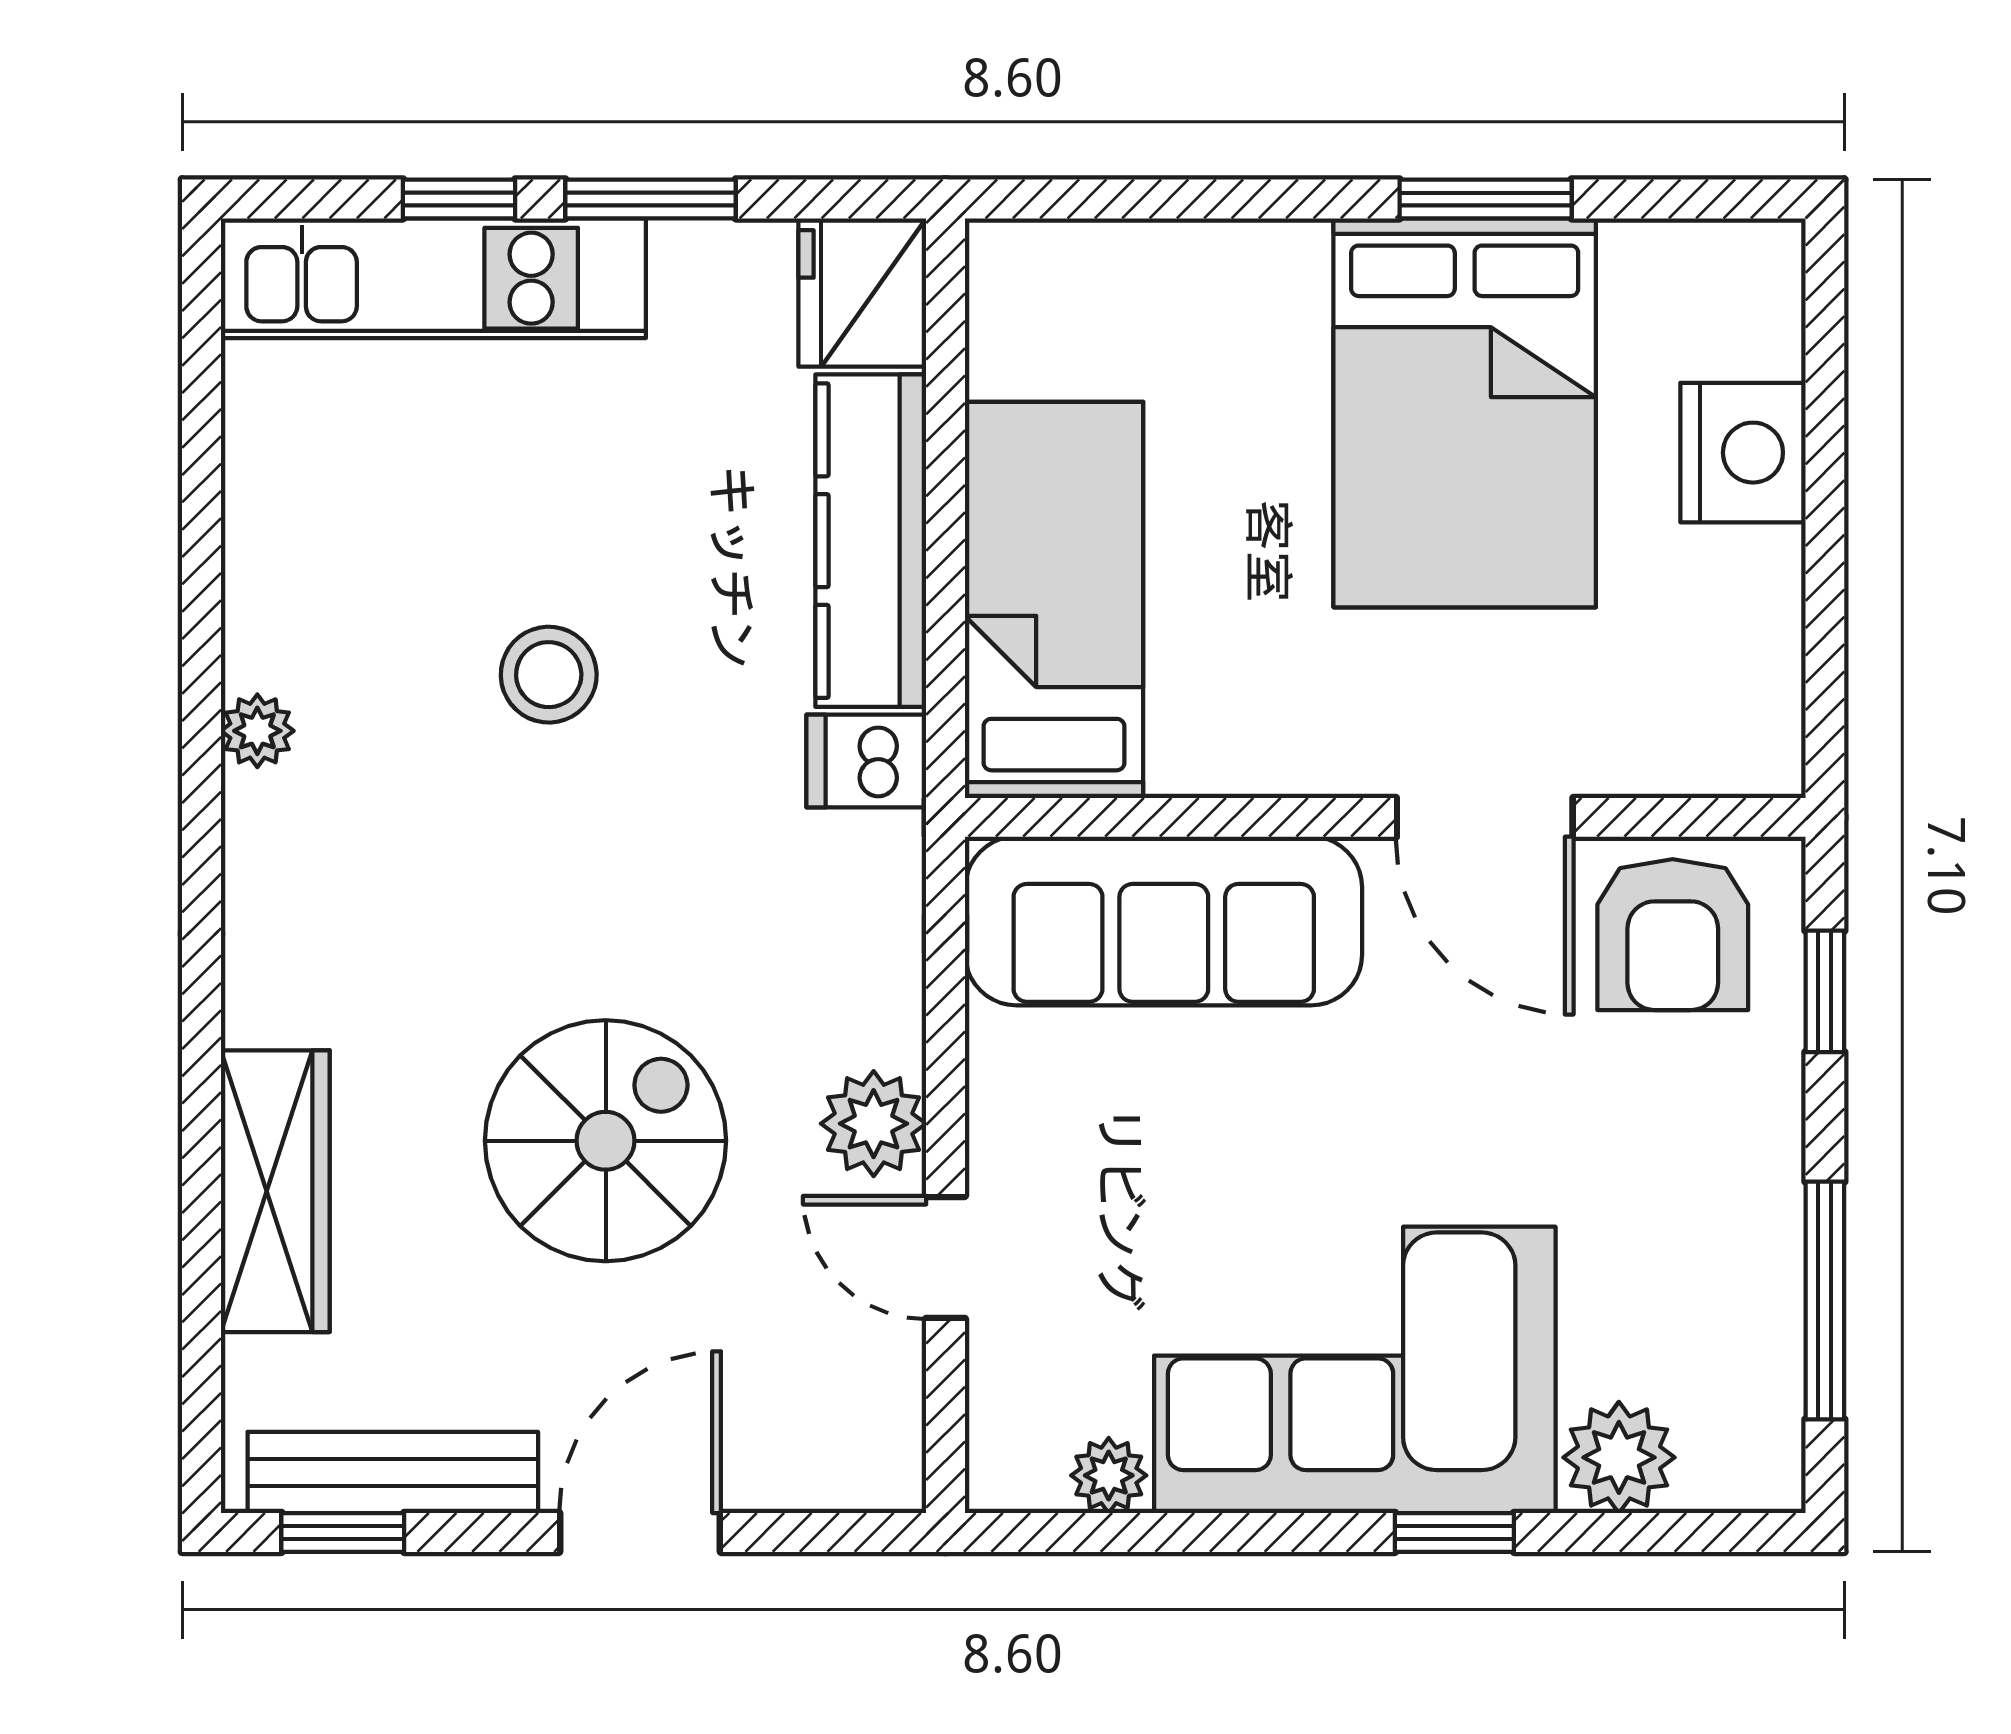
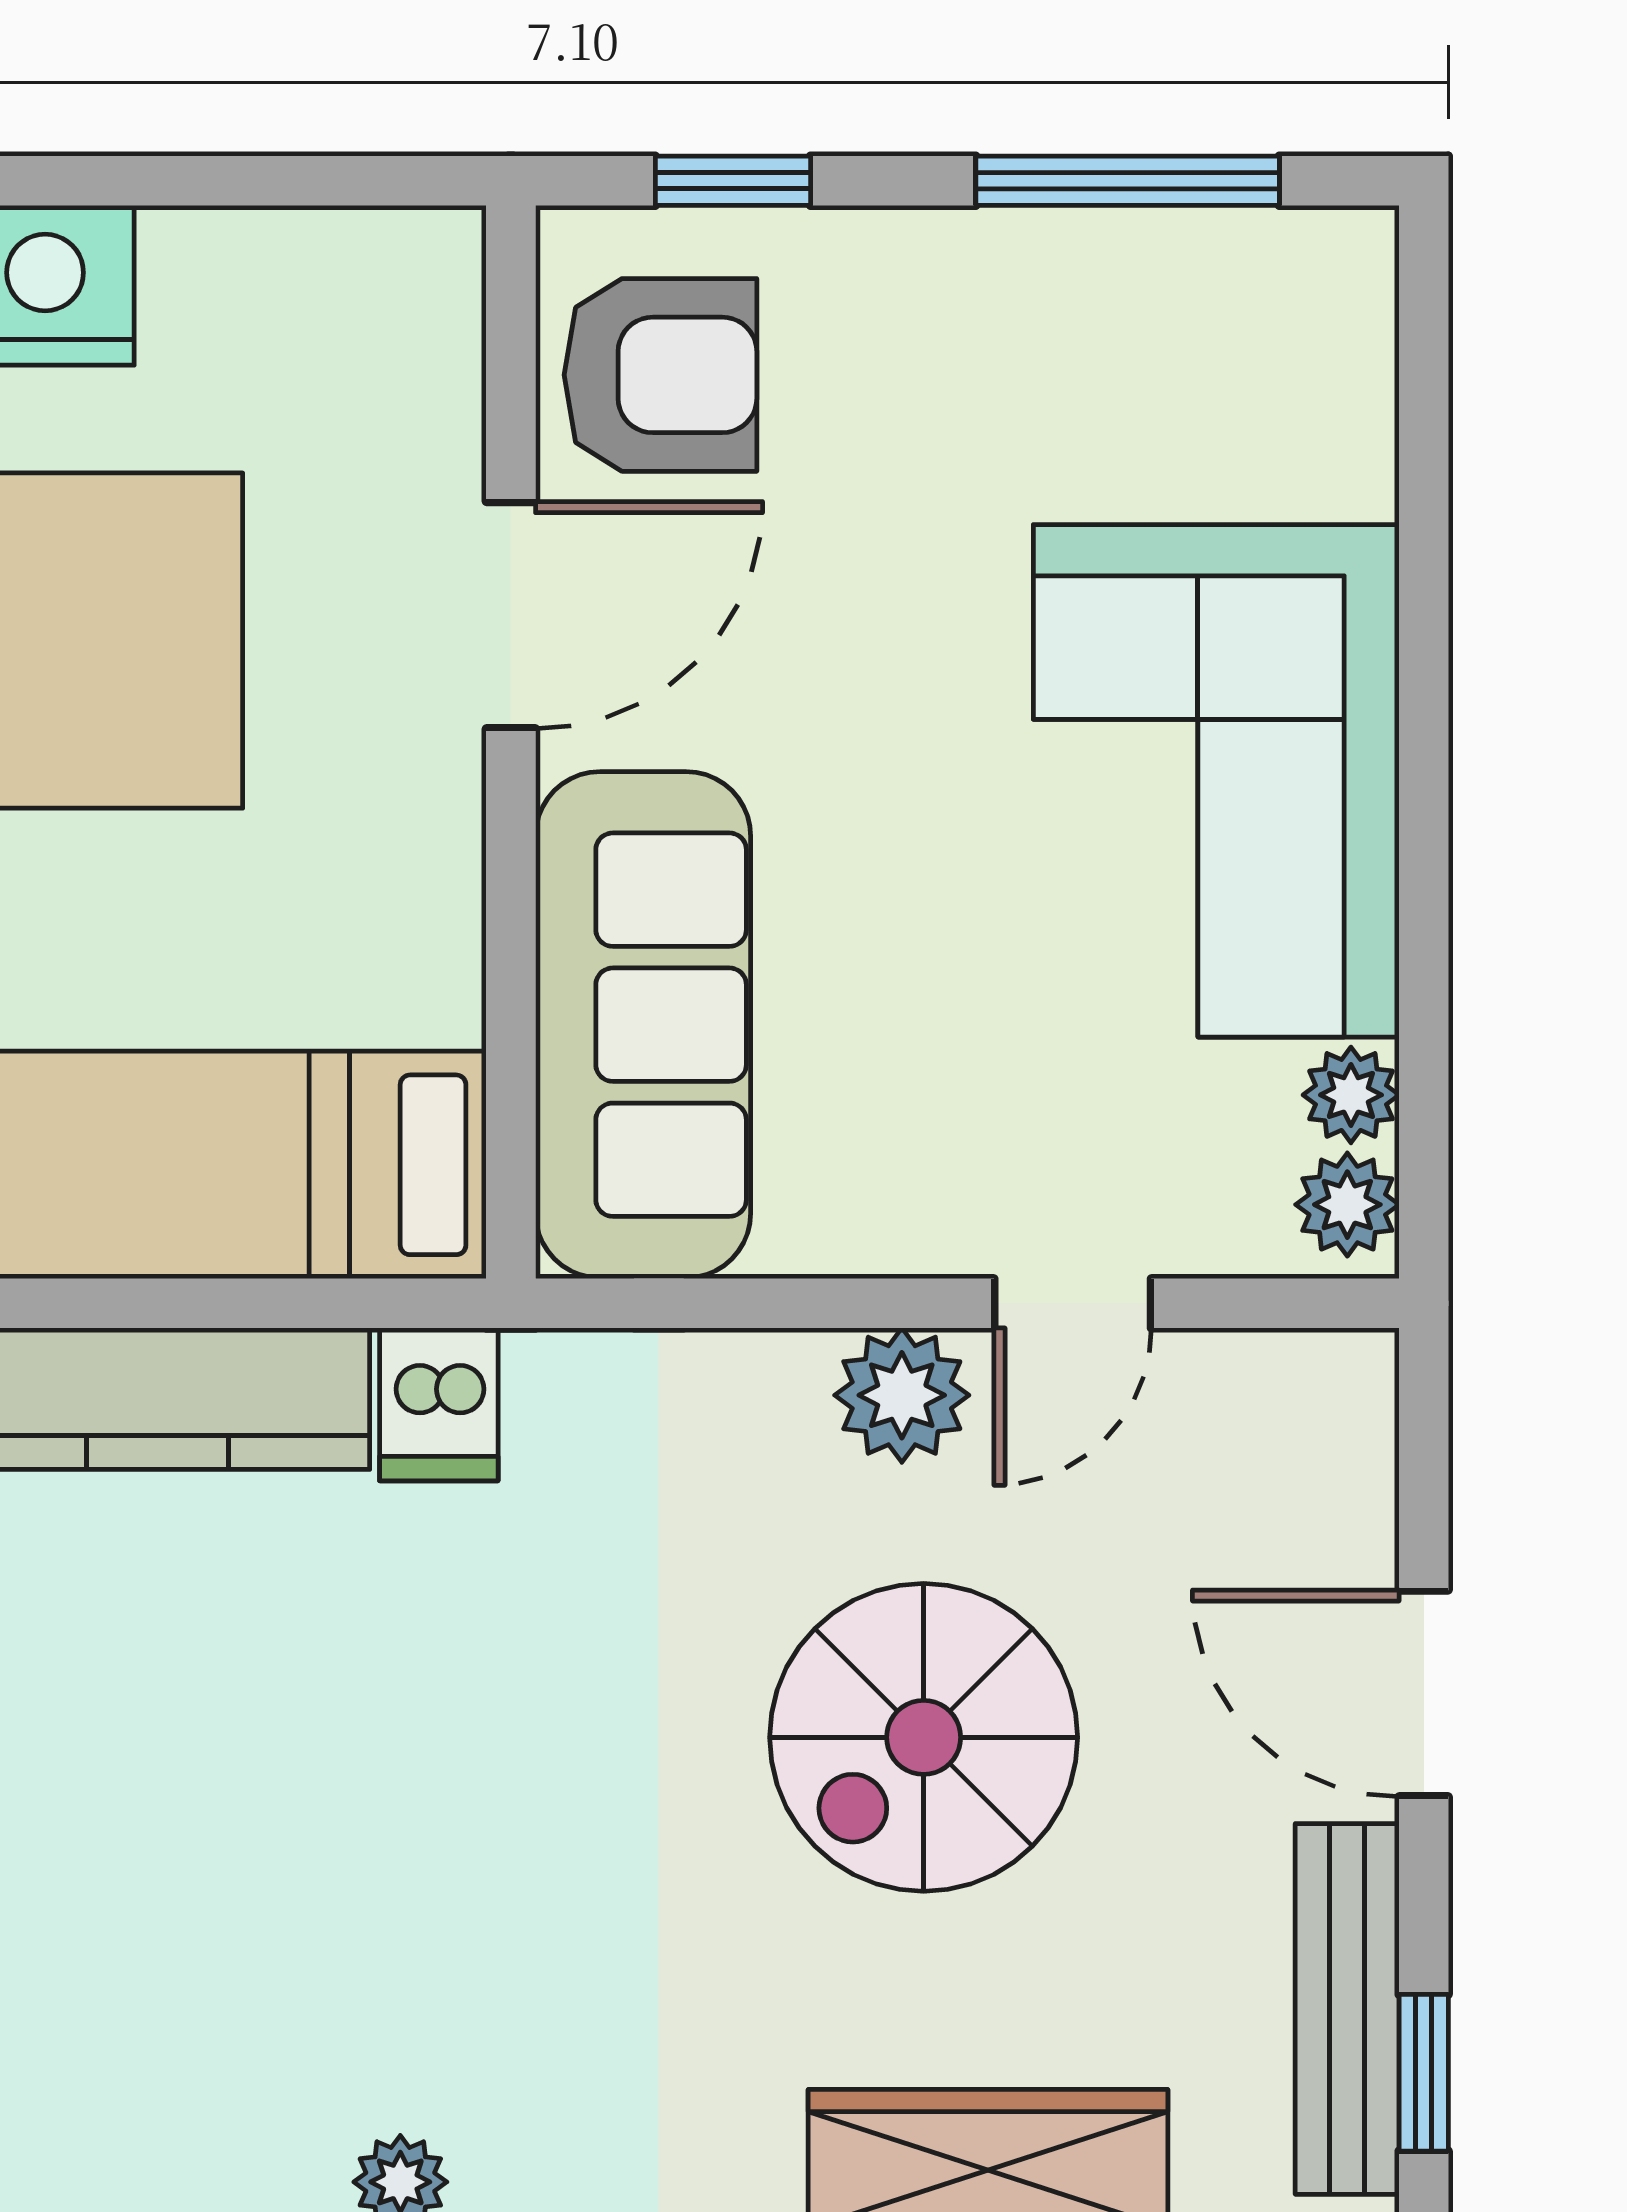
stool: (549, 675) -> (329, 1810), removed
spiral stairs: (606, 1141) -> (924, 1737), turned -90
plant: (1619, 1457) -> (1347, 1205), moved, width x0.73, depth x0.73
window: (1454, 1532) -> (1424, 654), removed

